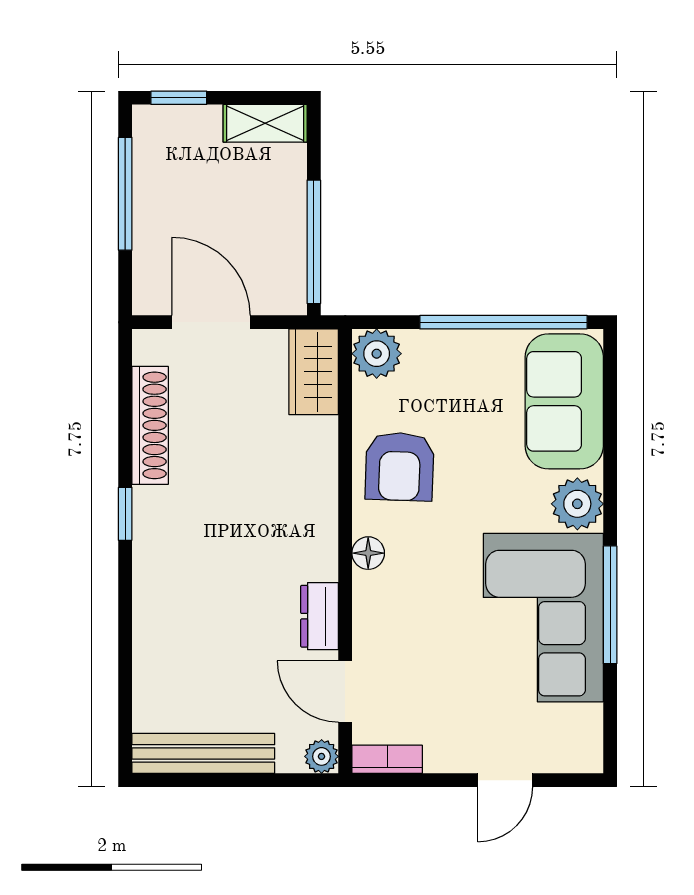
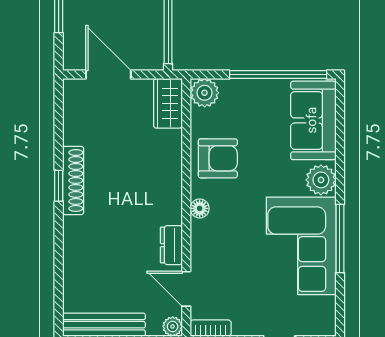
shoe rack: (150, 425) -> (73, 180), moved
armchair: (400, 467) -> (218, 158), turned -92

